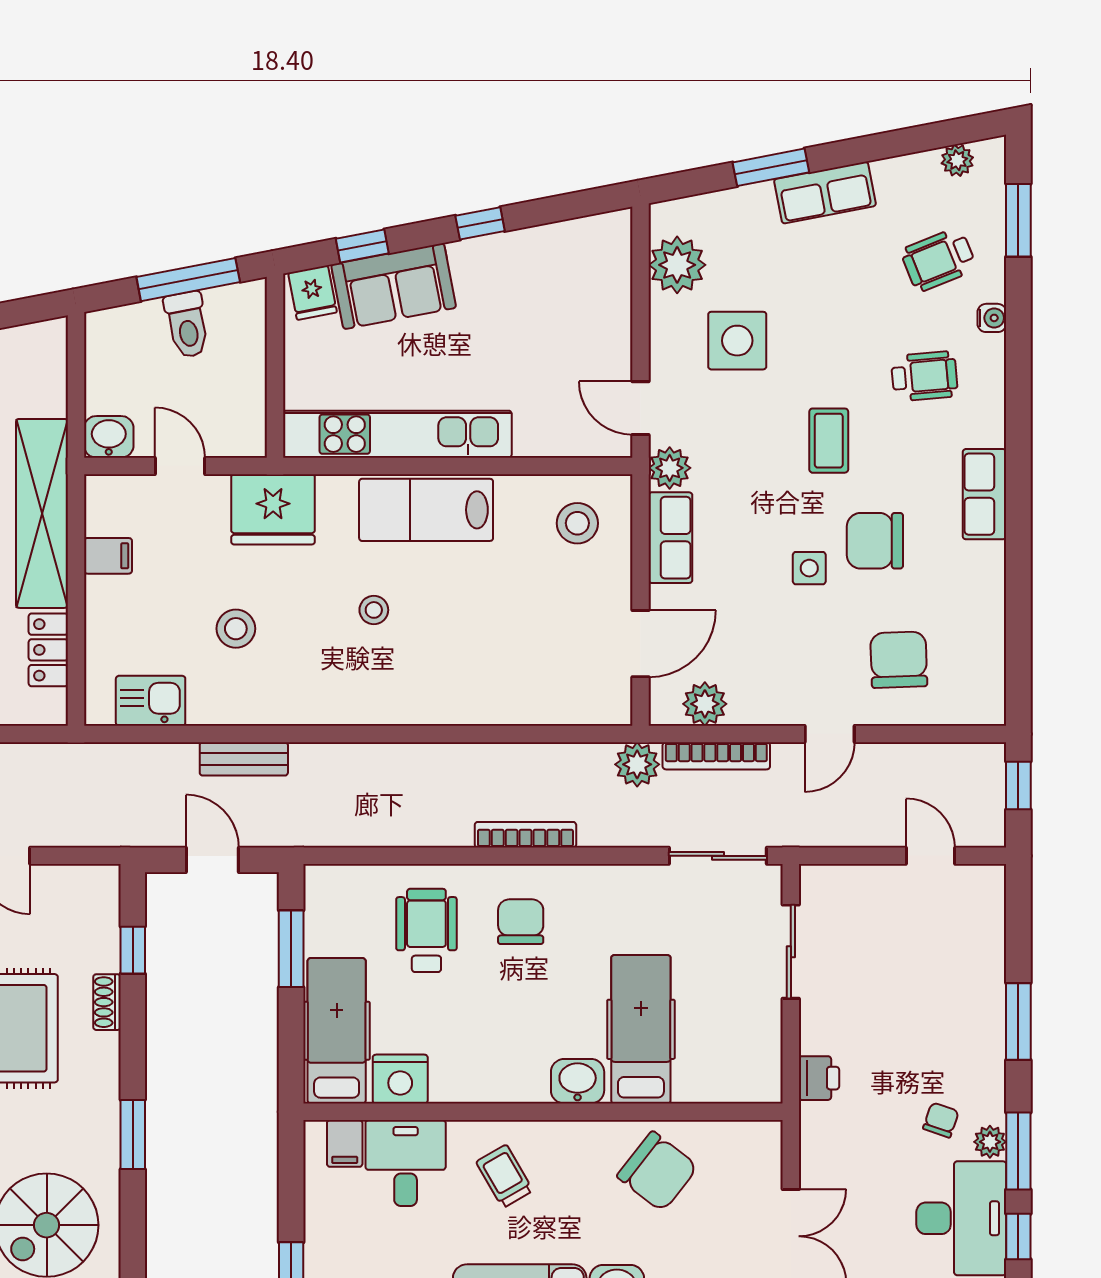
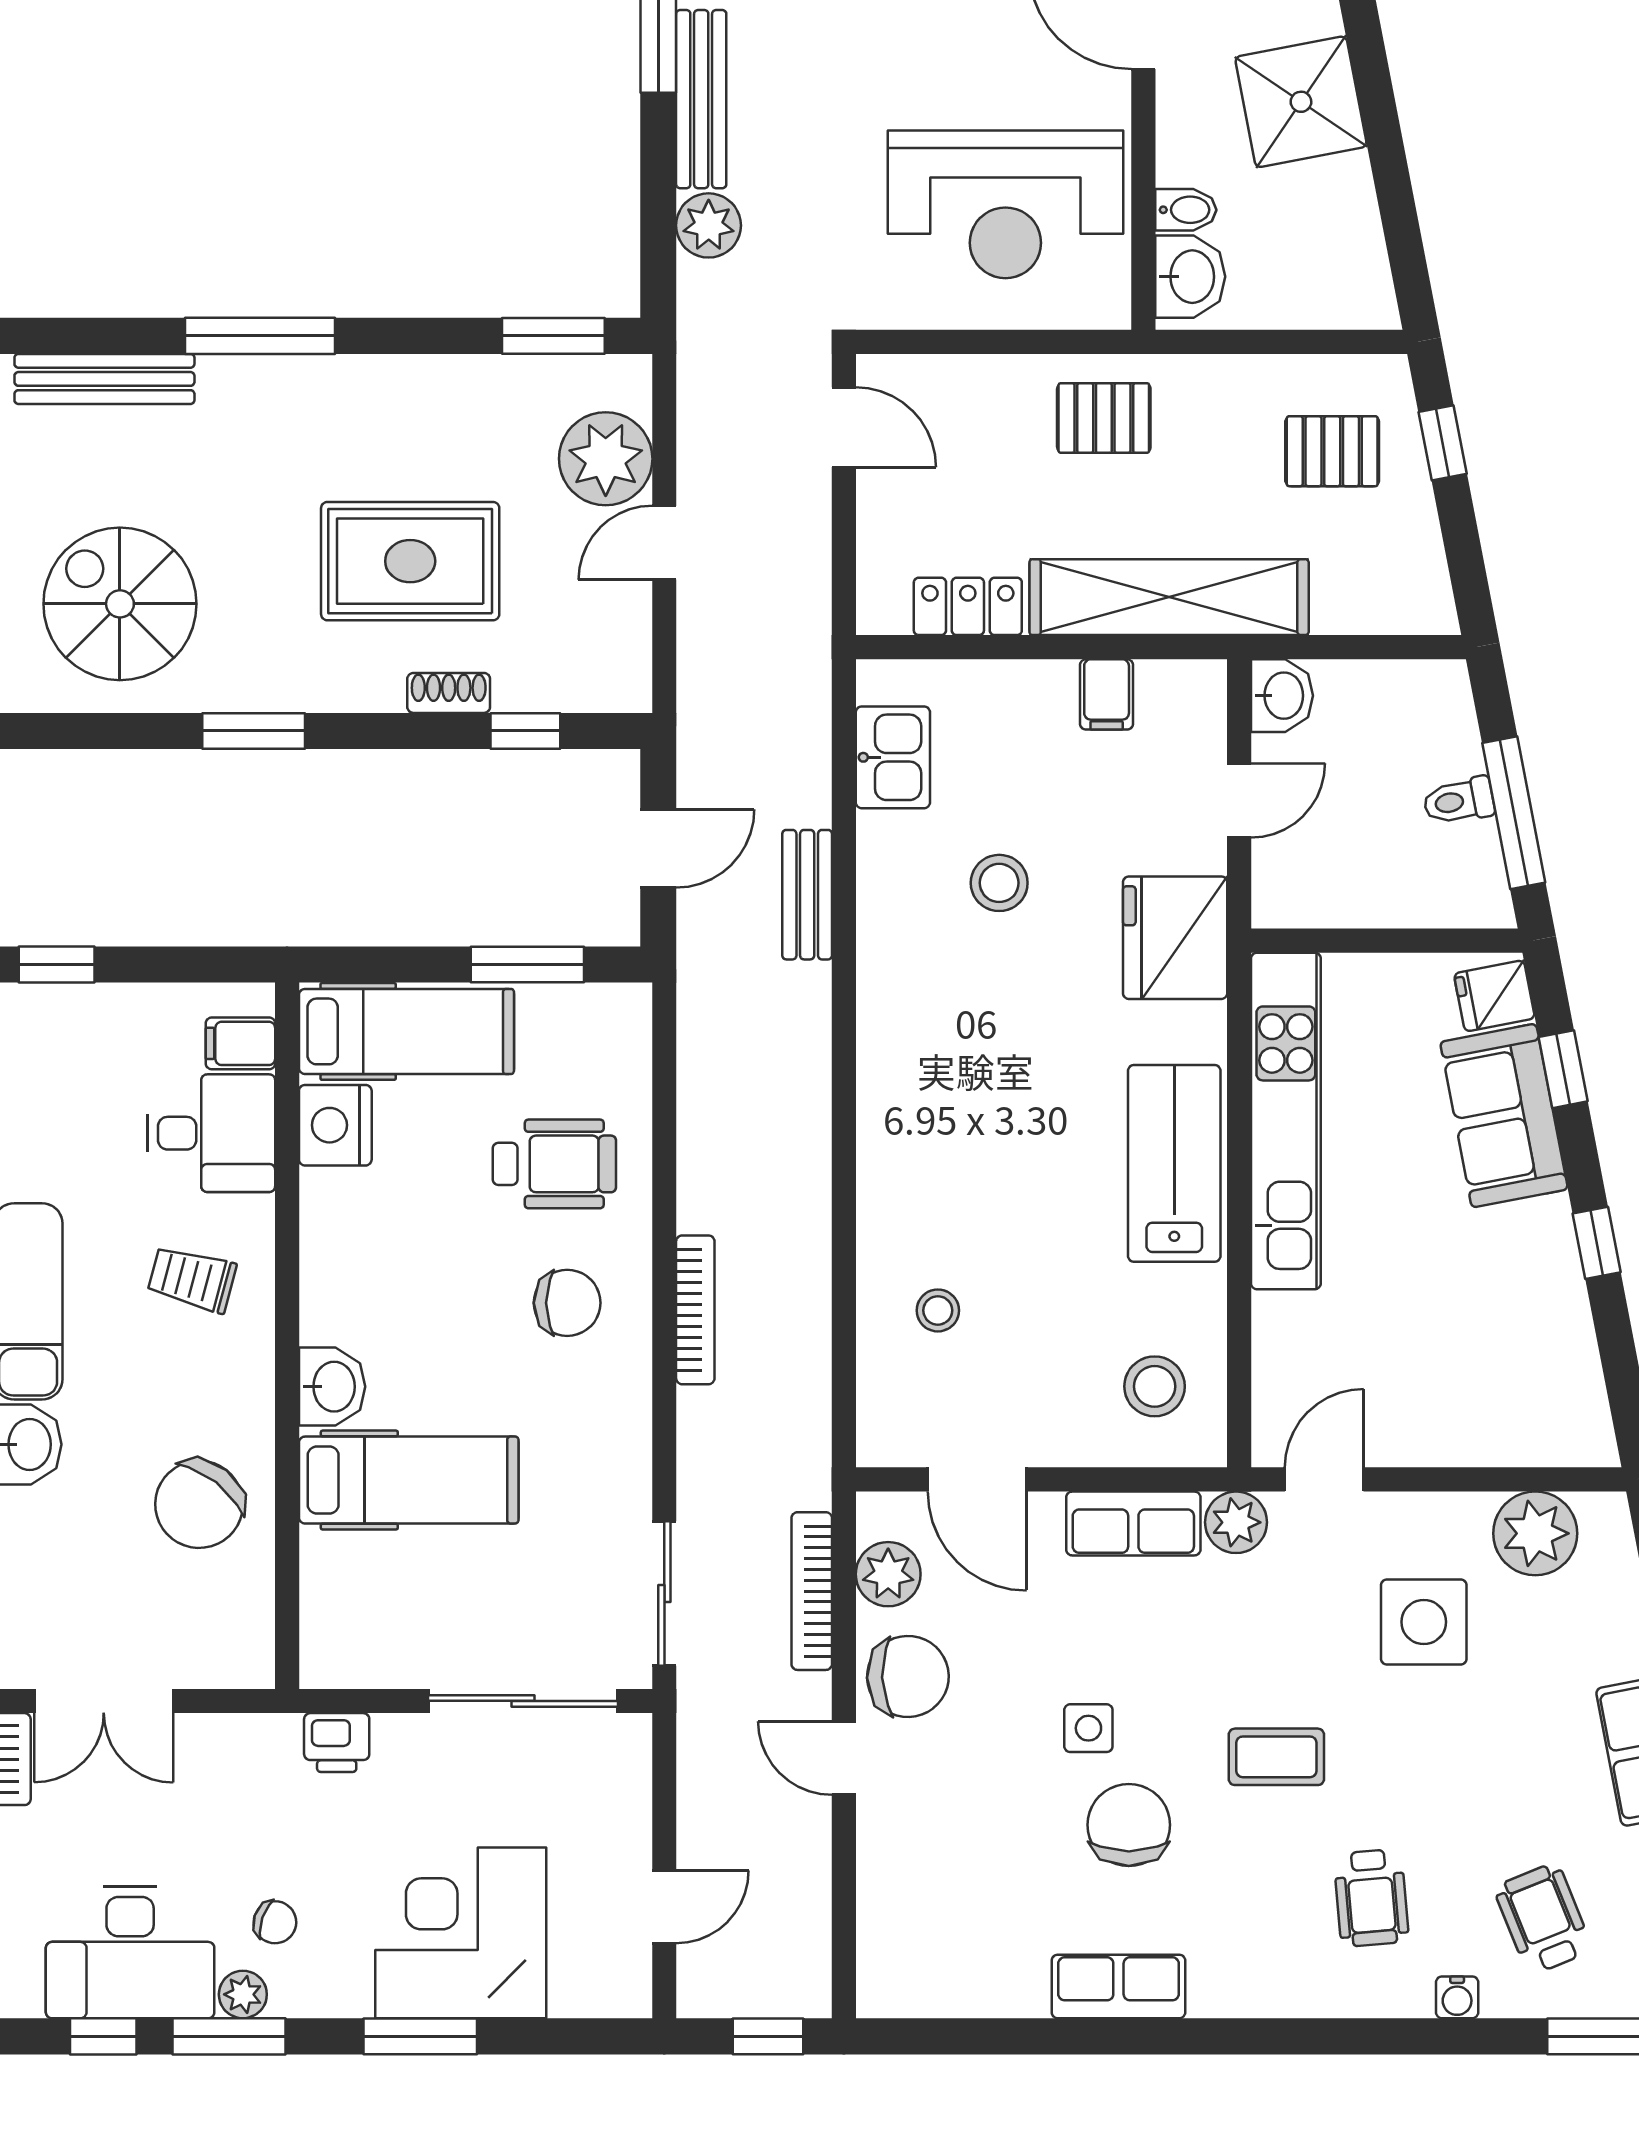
toilet: (187, 325) -> (1459, 801), width x0.73, depth x0.72
row of seats: (985, 494) -> (1118, 1986), moved
stool: (374, 610) -> (938, 1310), moved
chair: (899, 660) -> (908, 1676), moved
plant: (637, 764) -> (799, 1474), removed
sliding door: (791, 952) -> (523, 1701), width x1.37
corner desk: (948, 994) -> (461, 1933), added
trolley: (505, 1176) -> (192, 1279), turned -135

